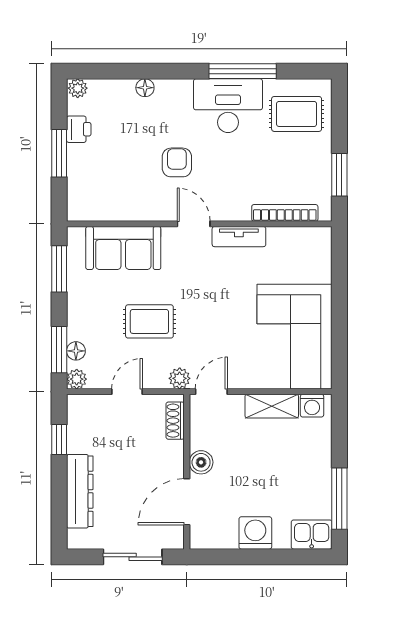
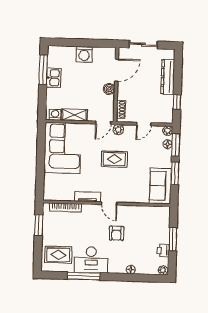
sofa: (123, 248) -> (160, 186), moved, turned -90
window: (59, 269) -> (175, 173), moved
rug: (149, 321) -> (114, 159), moved
kitchen sink: (312, 535) -> (54, 78), moved, turned -90

